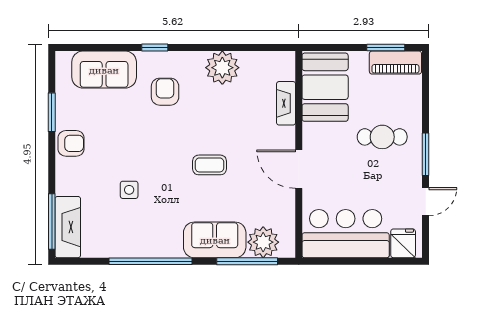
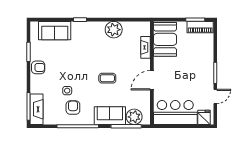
armchair: (165, 92) -> (73, 108), moved
cafe table: (382, 137) -> (194, 64), removed
door: (299, 169) -> (152, 80), hinge flipped

